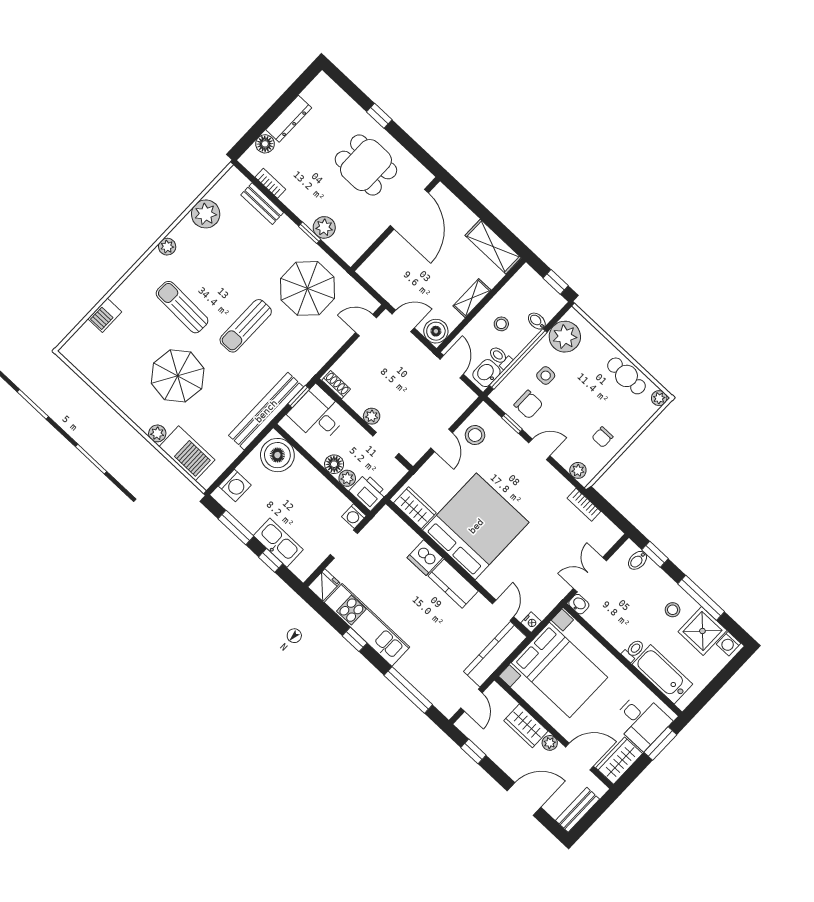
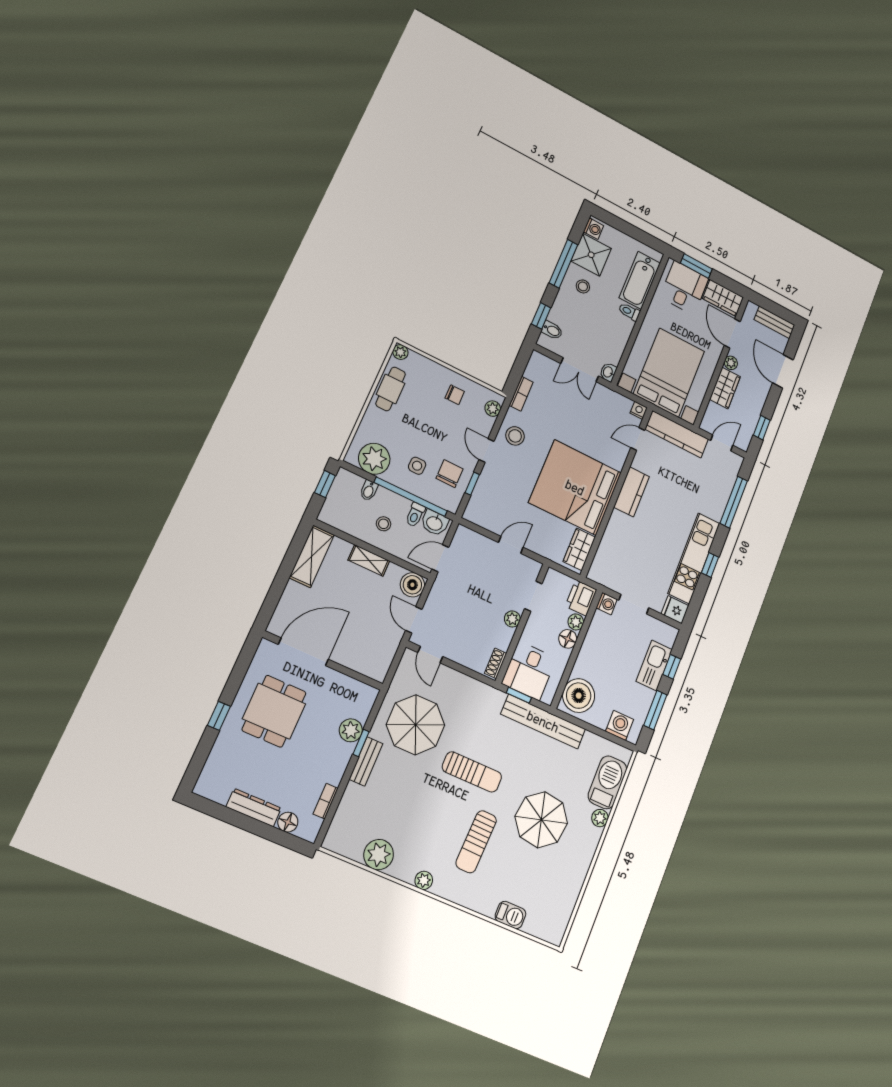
bench: (262, 204) -> (366, 761), moved
stool: (475, 435) -> (515, 436), moved
dishwasher: (425, 558) -> (619, 525), removed

